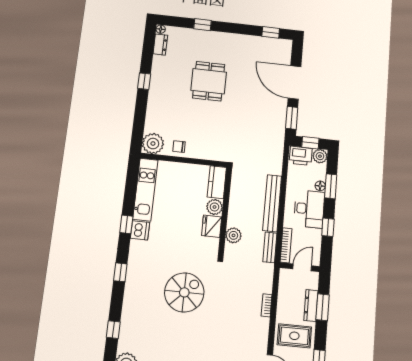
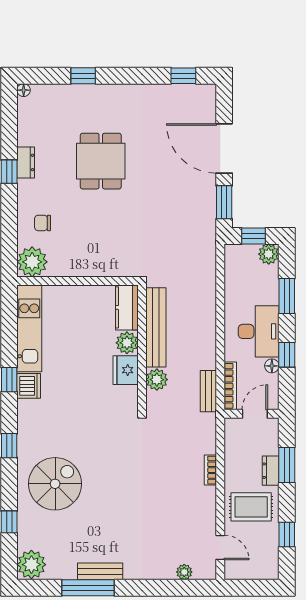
dresser: (160, 45) -> (26, 162), moved
chair: (179, 147) -> (43, 223), moved
printer: (301, 156) -> (241, 257), removed
floor lamp: (320, 186) -> (272, 366), moved
bench: (272, 203) -> (156, 327), moved
spiral stairs: (184, 292) -> (55, 484), moved
dresser: (311, 305) -> (271, 471), width x0.70

